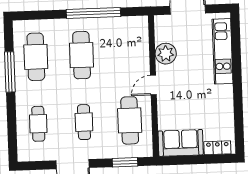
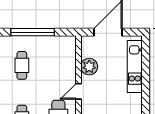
cafe table: (82, 55) -> (22, 65), width x0.73, depth x0.74

